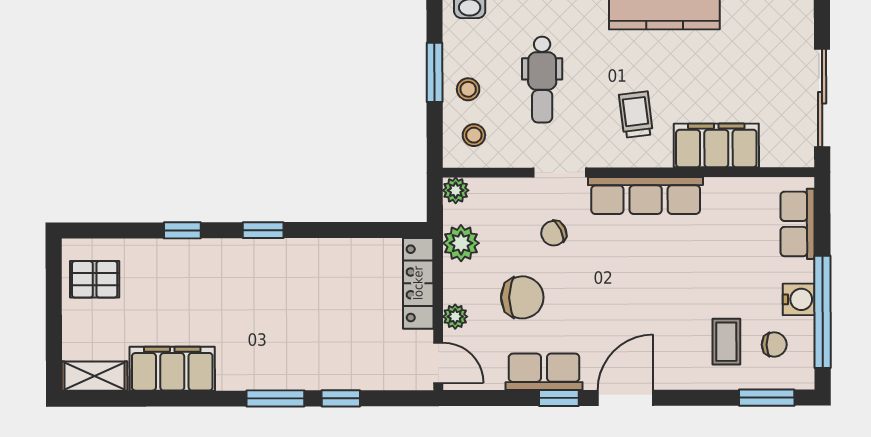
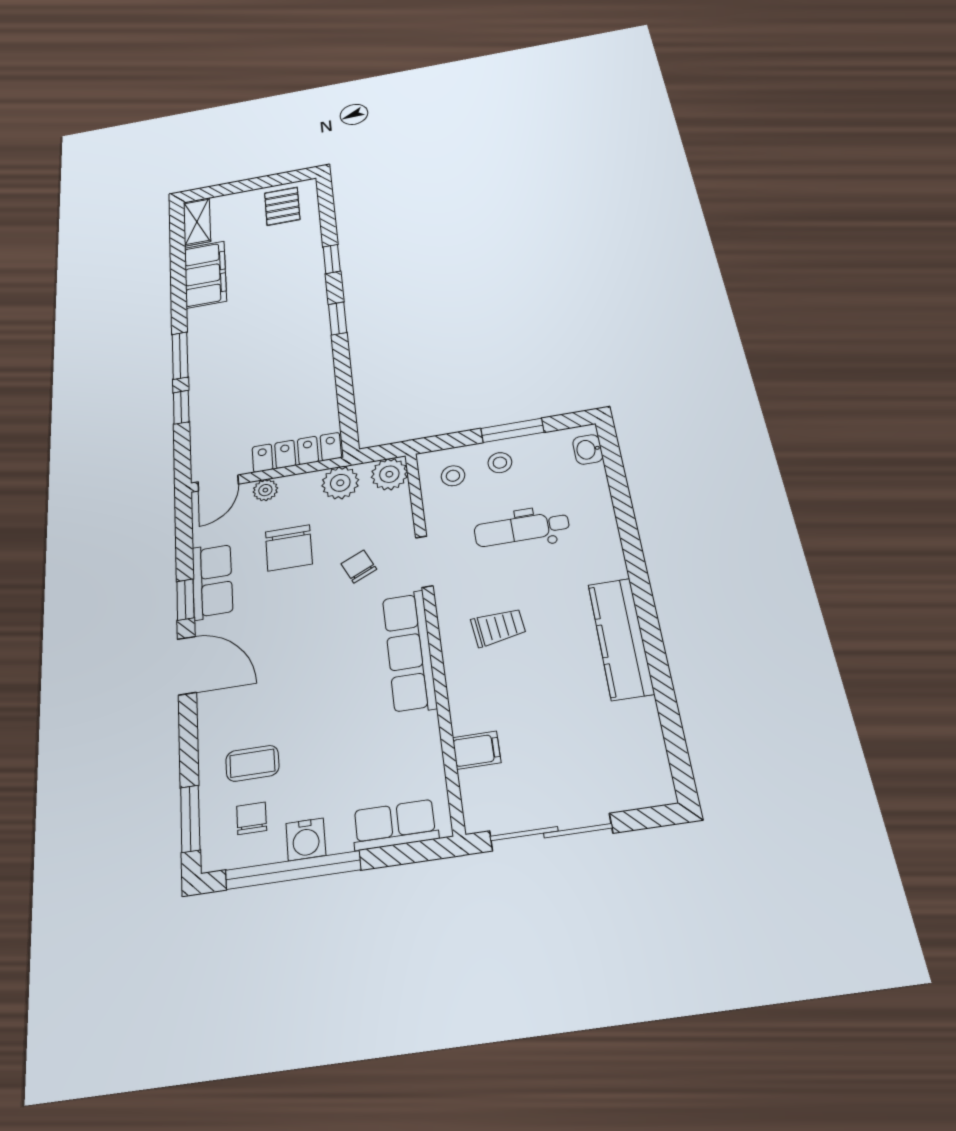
filing cabinet: (716, 145) -> (477, 750), width x0.33, depth x0.86
plant: (456, 190) -> (389, 474), width x1.38, depth x1.38
chair: (774, 345) -> (252, 818), turned 180

